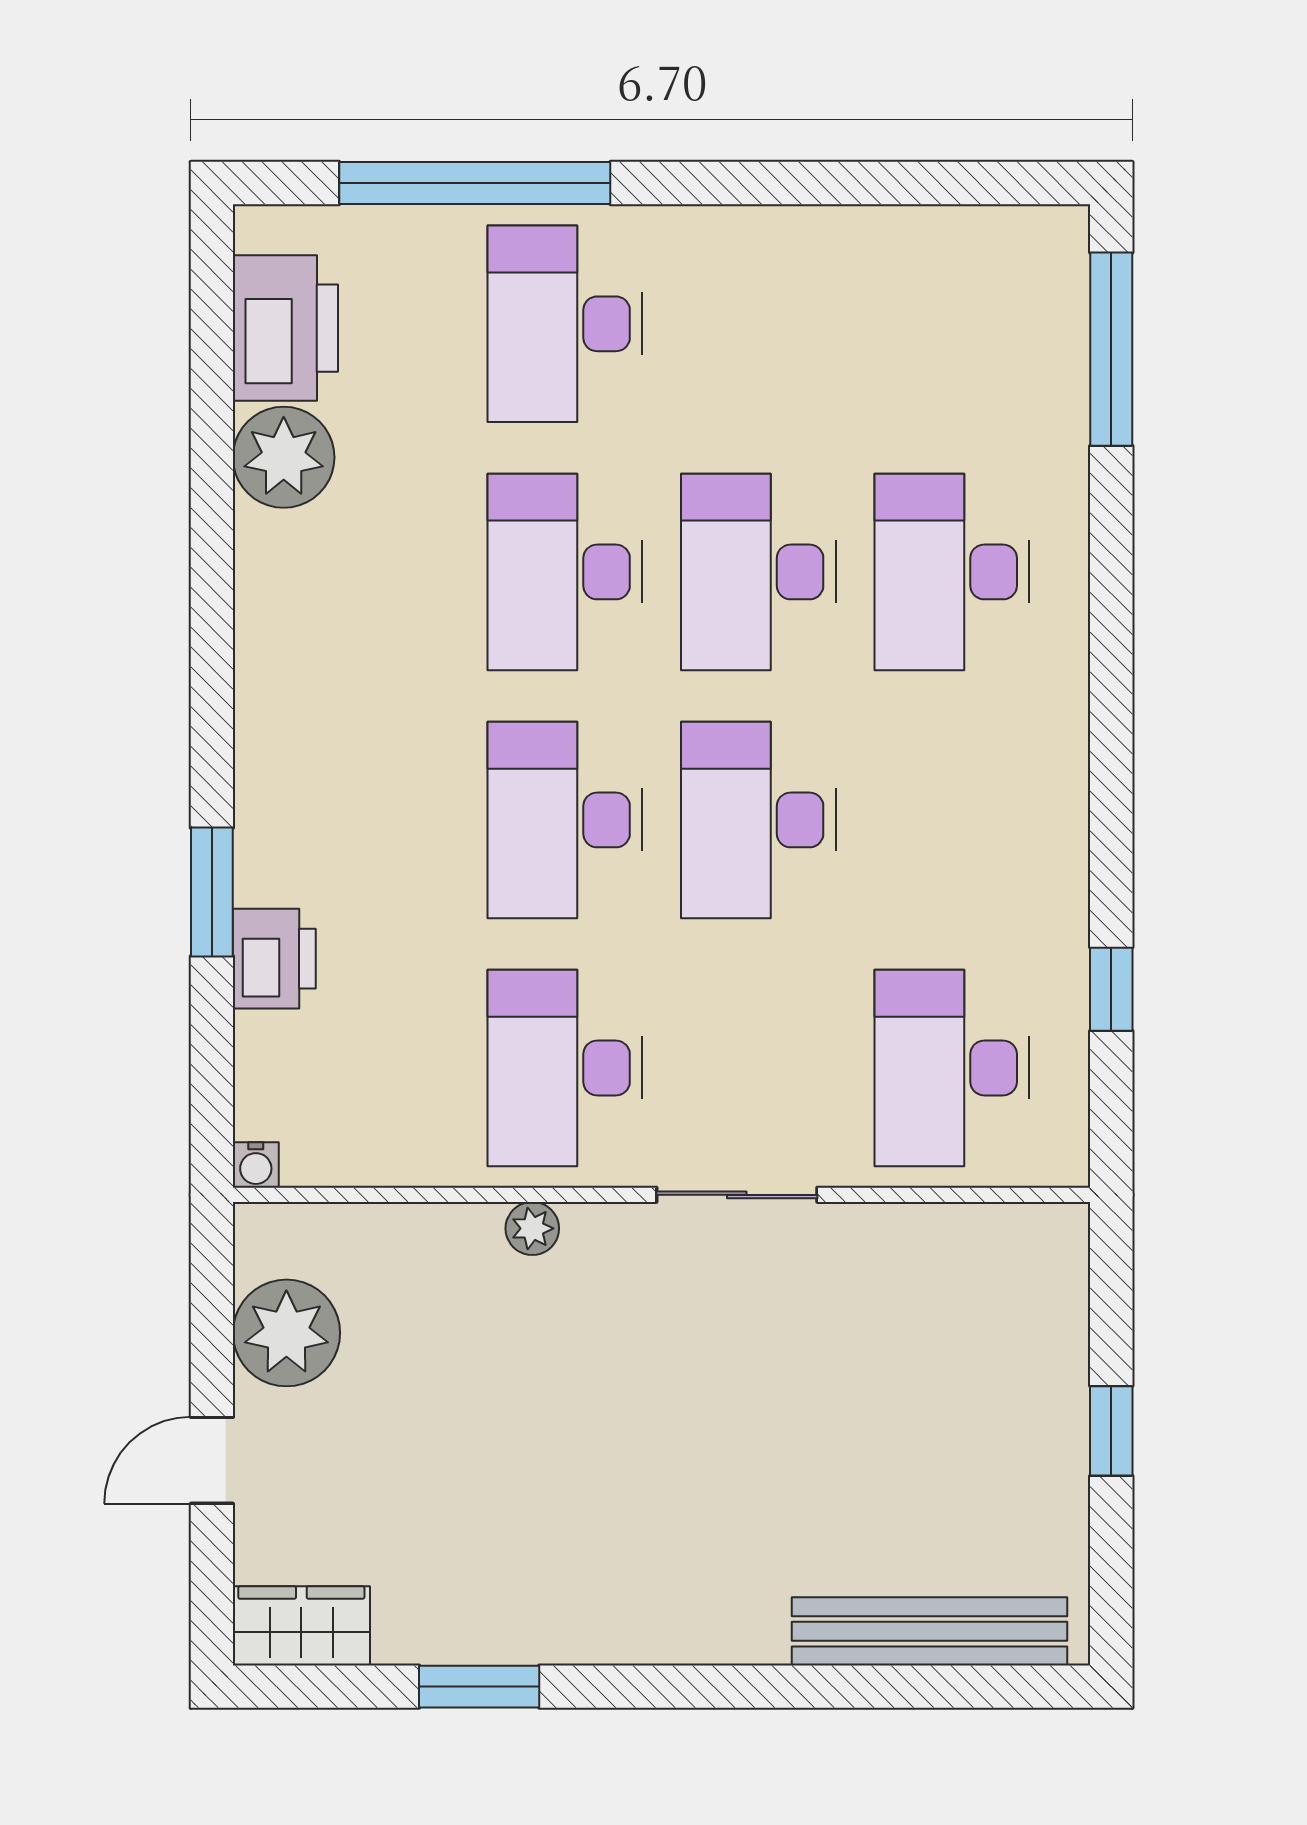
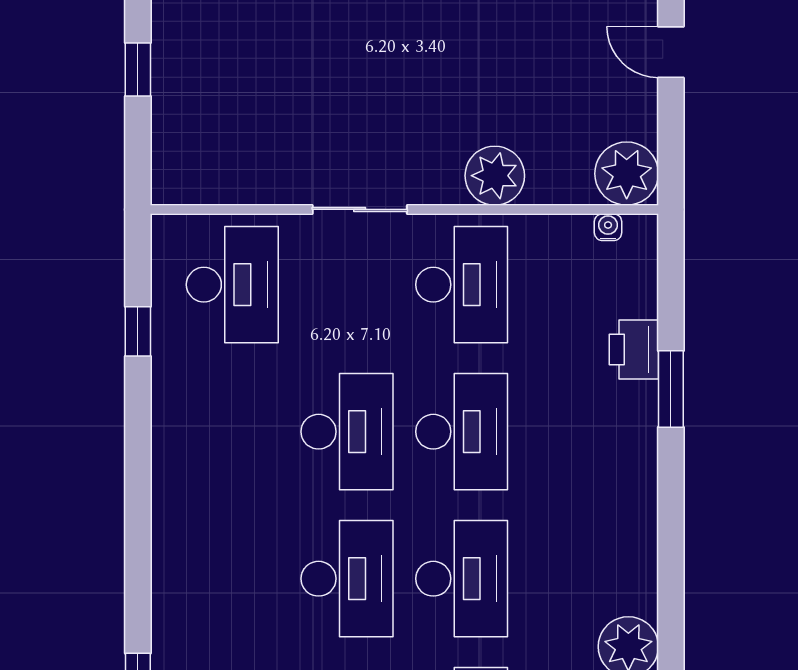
desk: (952, 572) -> (232, 579), removed
water cooler: (256, 1165) -> (608, 227), moved
plant: (532, 1228) -> (495, 176), width x1.88, depth x1.88
plant: (286, 1333) -> (627, 174), moved
door: (212, 1460) -> (671, 52), swing flipped

